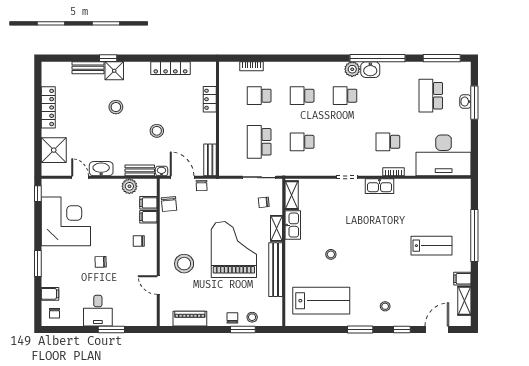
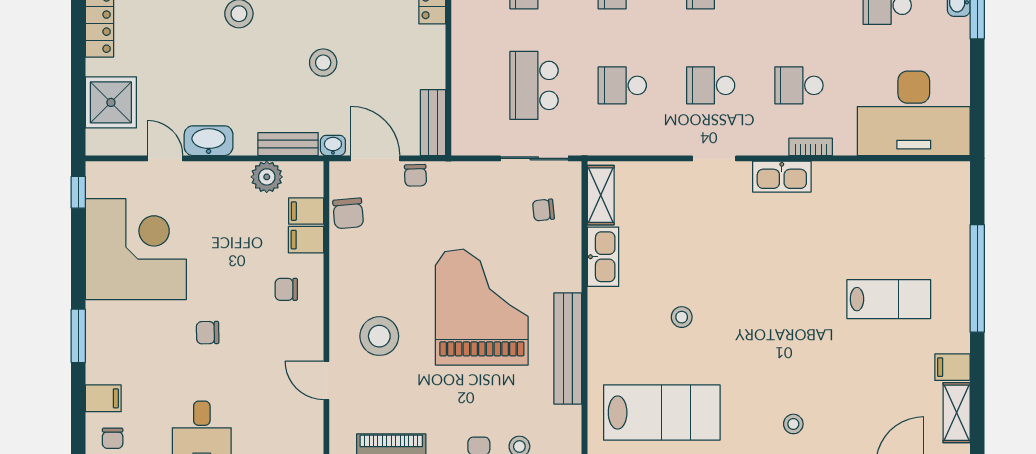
school desk: (345, 142) -> (711, 85), added
shelving: (276, 228) -> (569, 264), removed

